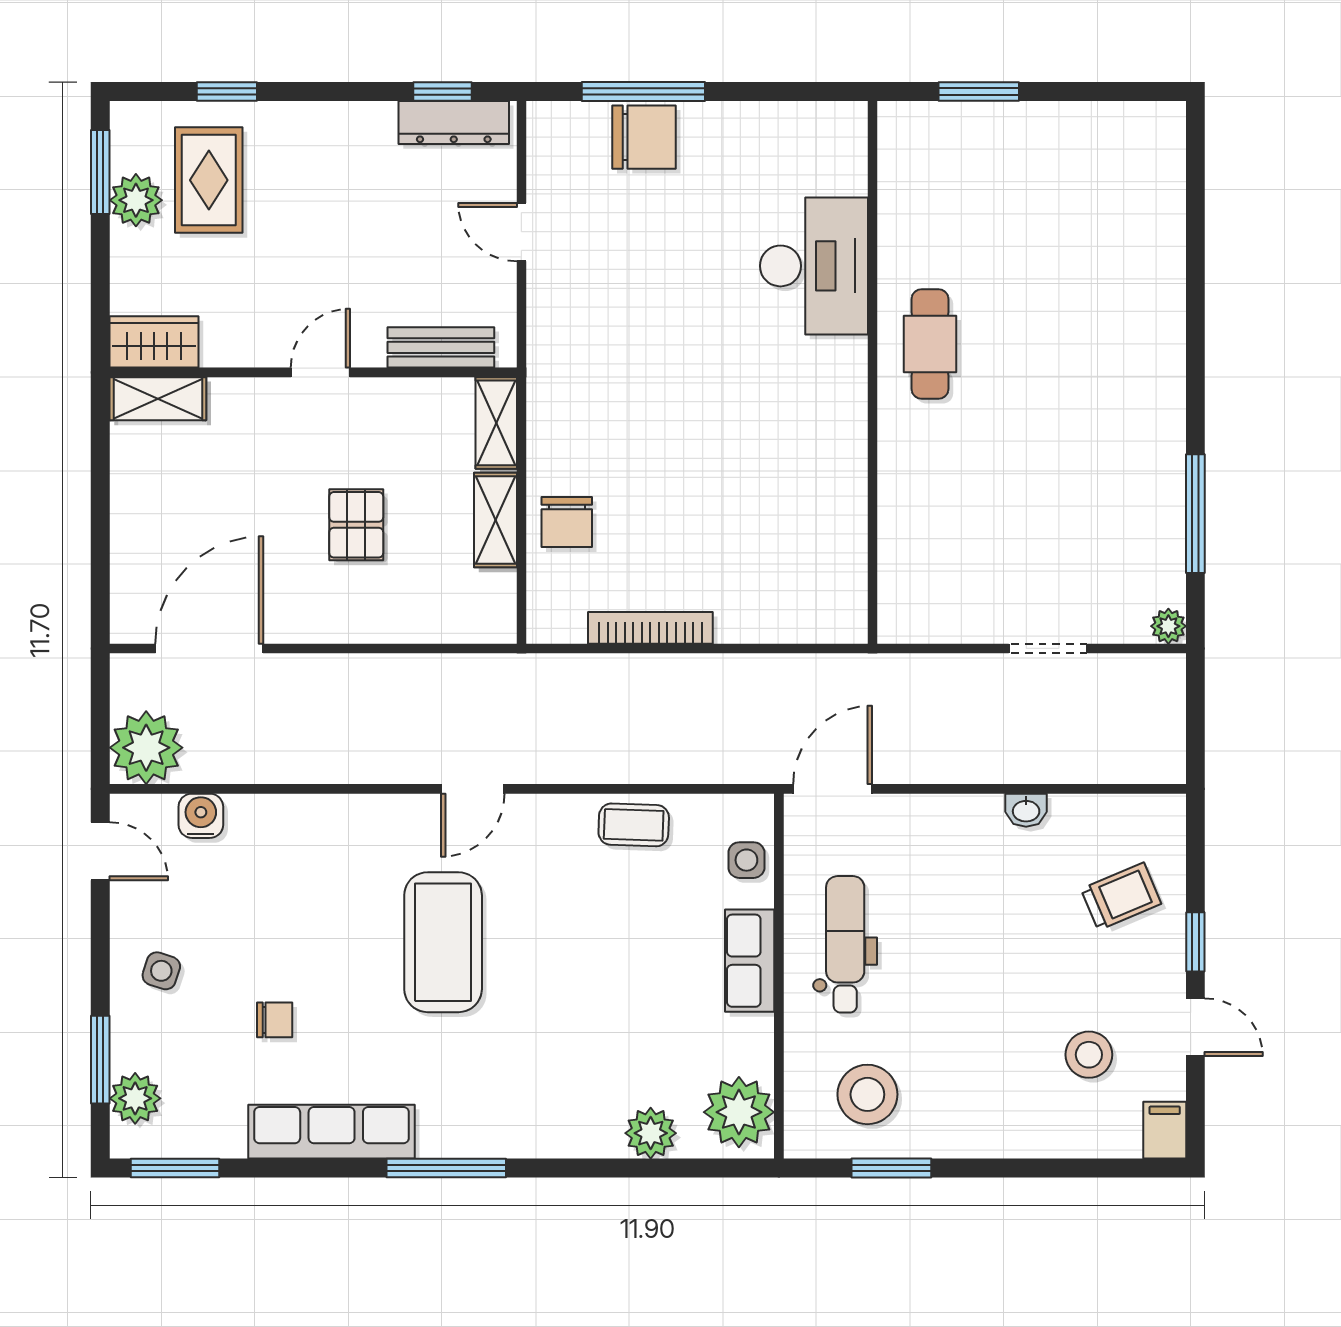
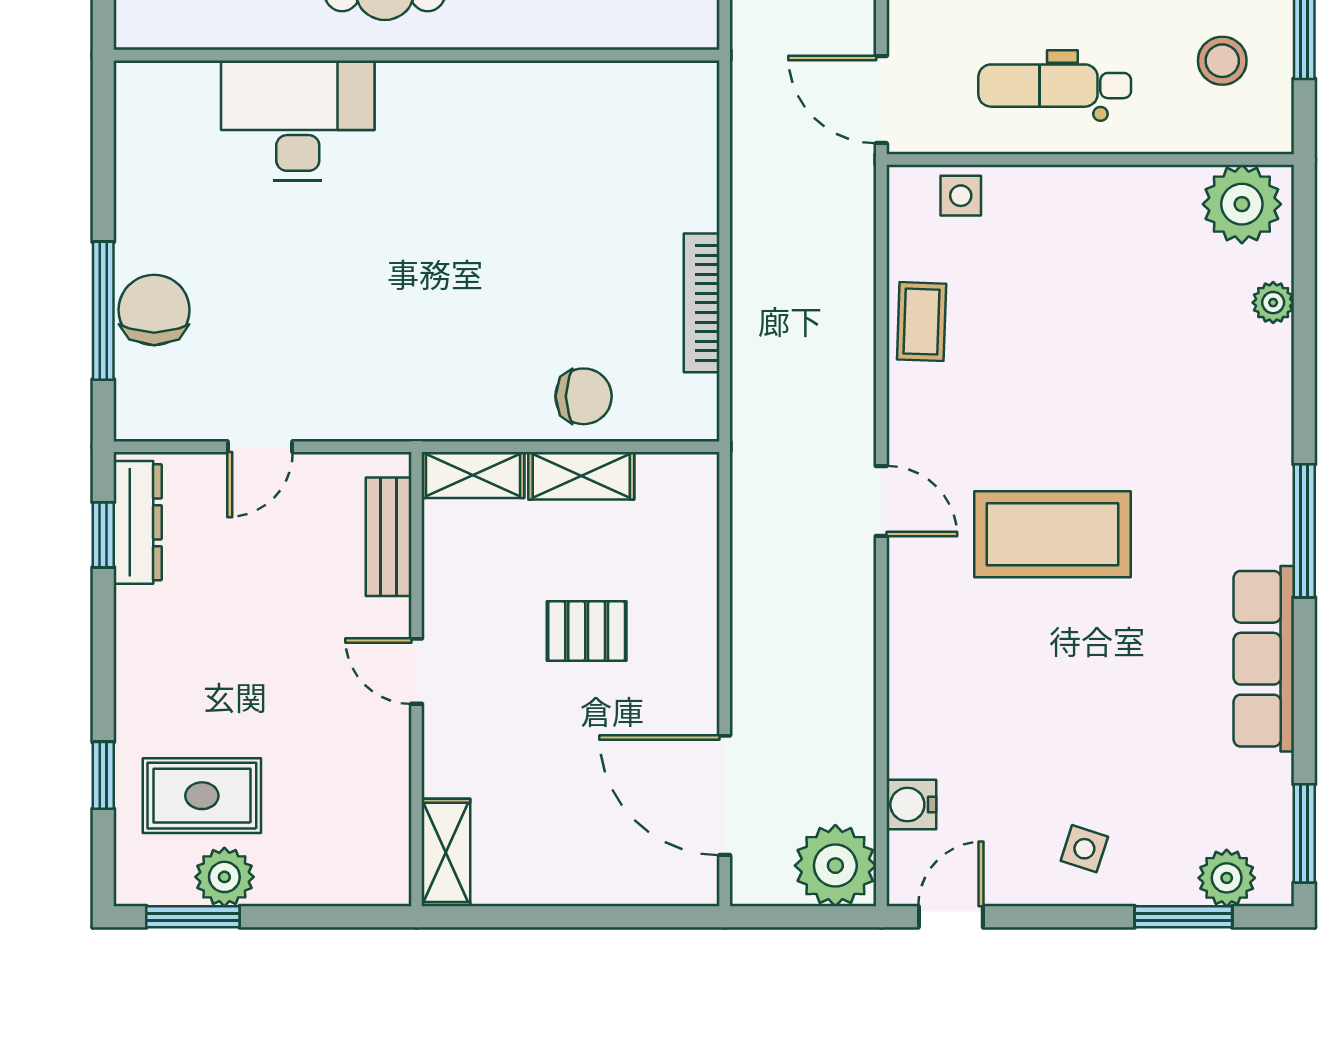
wardrobe: (154, 342) -> (383, 857), removed
row of seats: (750, 961) -> (1073, 192), removed
chair: (275, 1020) -> (1139, 722), removed
stool: (867, 1094) -> (1222, 61), width x0.73, depth x0.73
plant: (651, 1133) -> (1273, 303), width x0.73, depth x0.73

